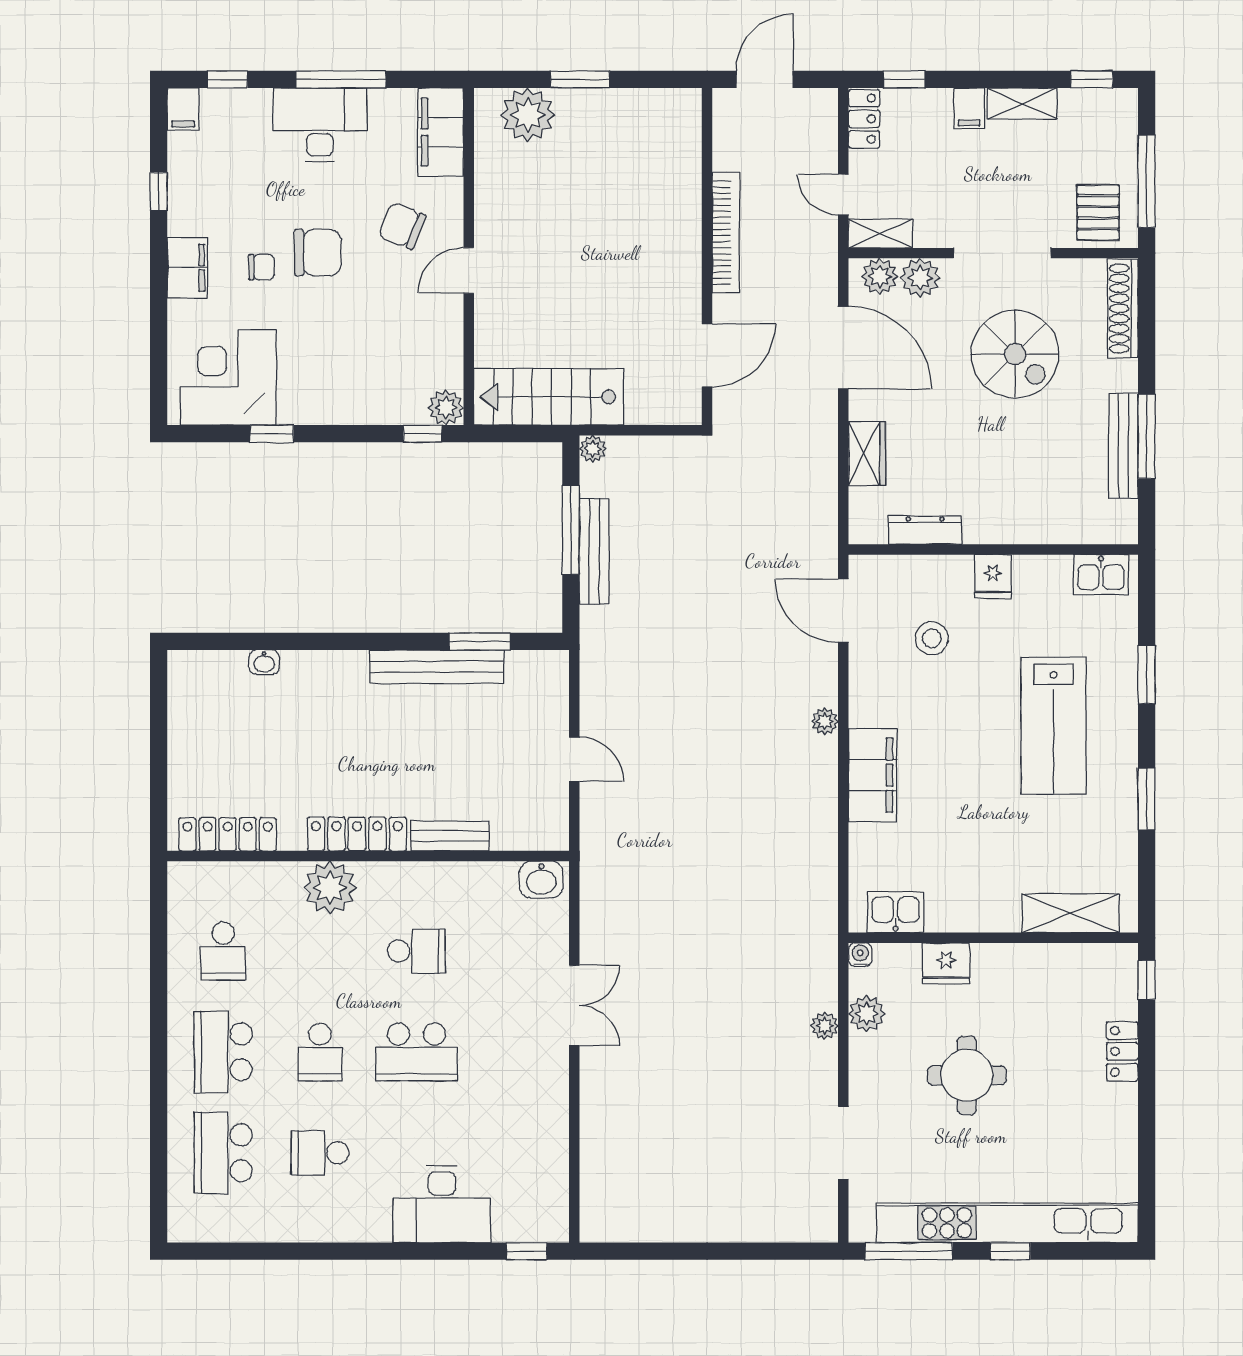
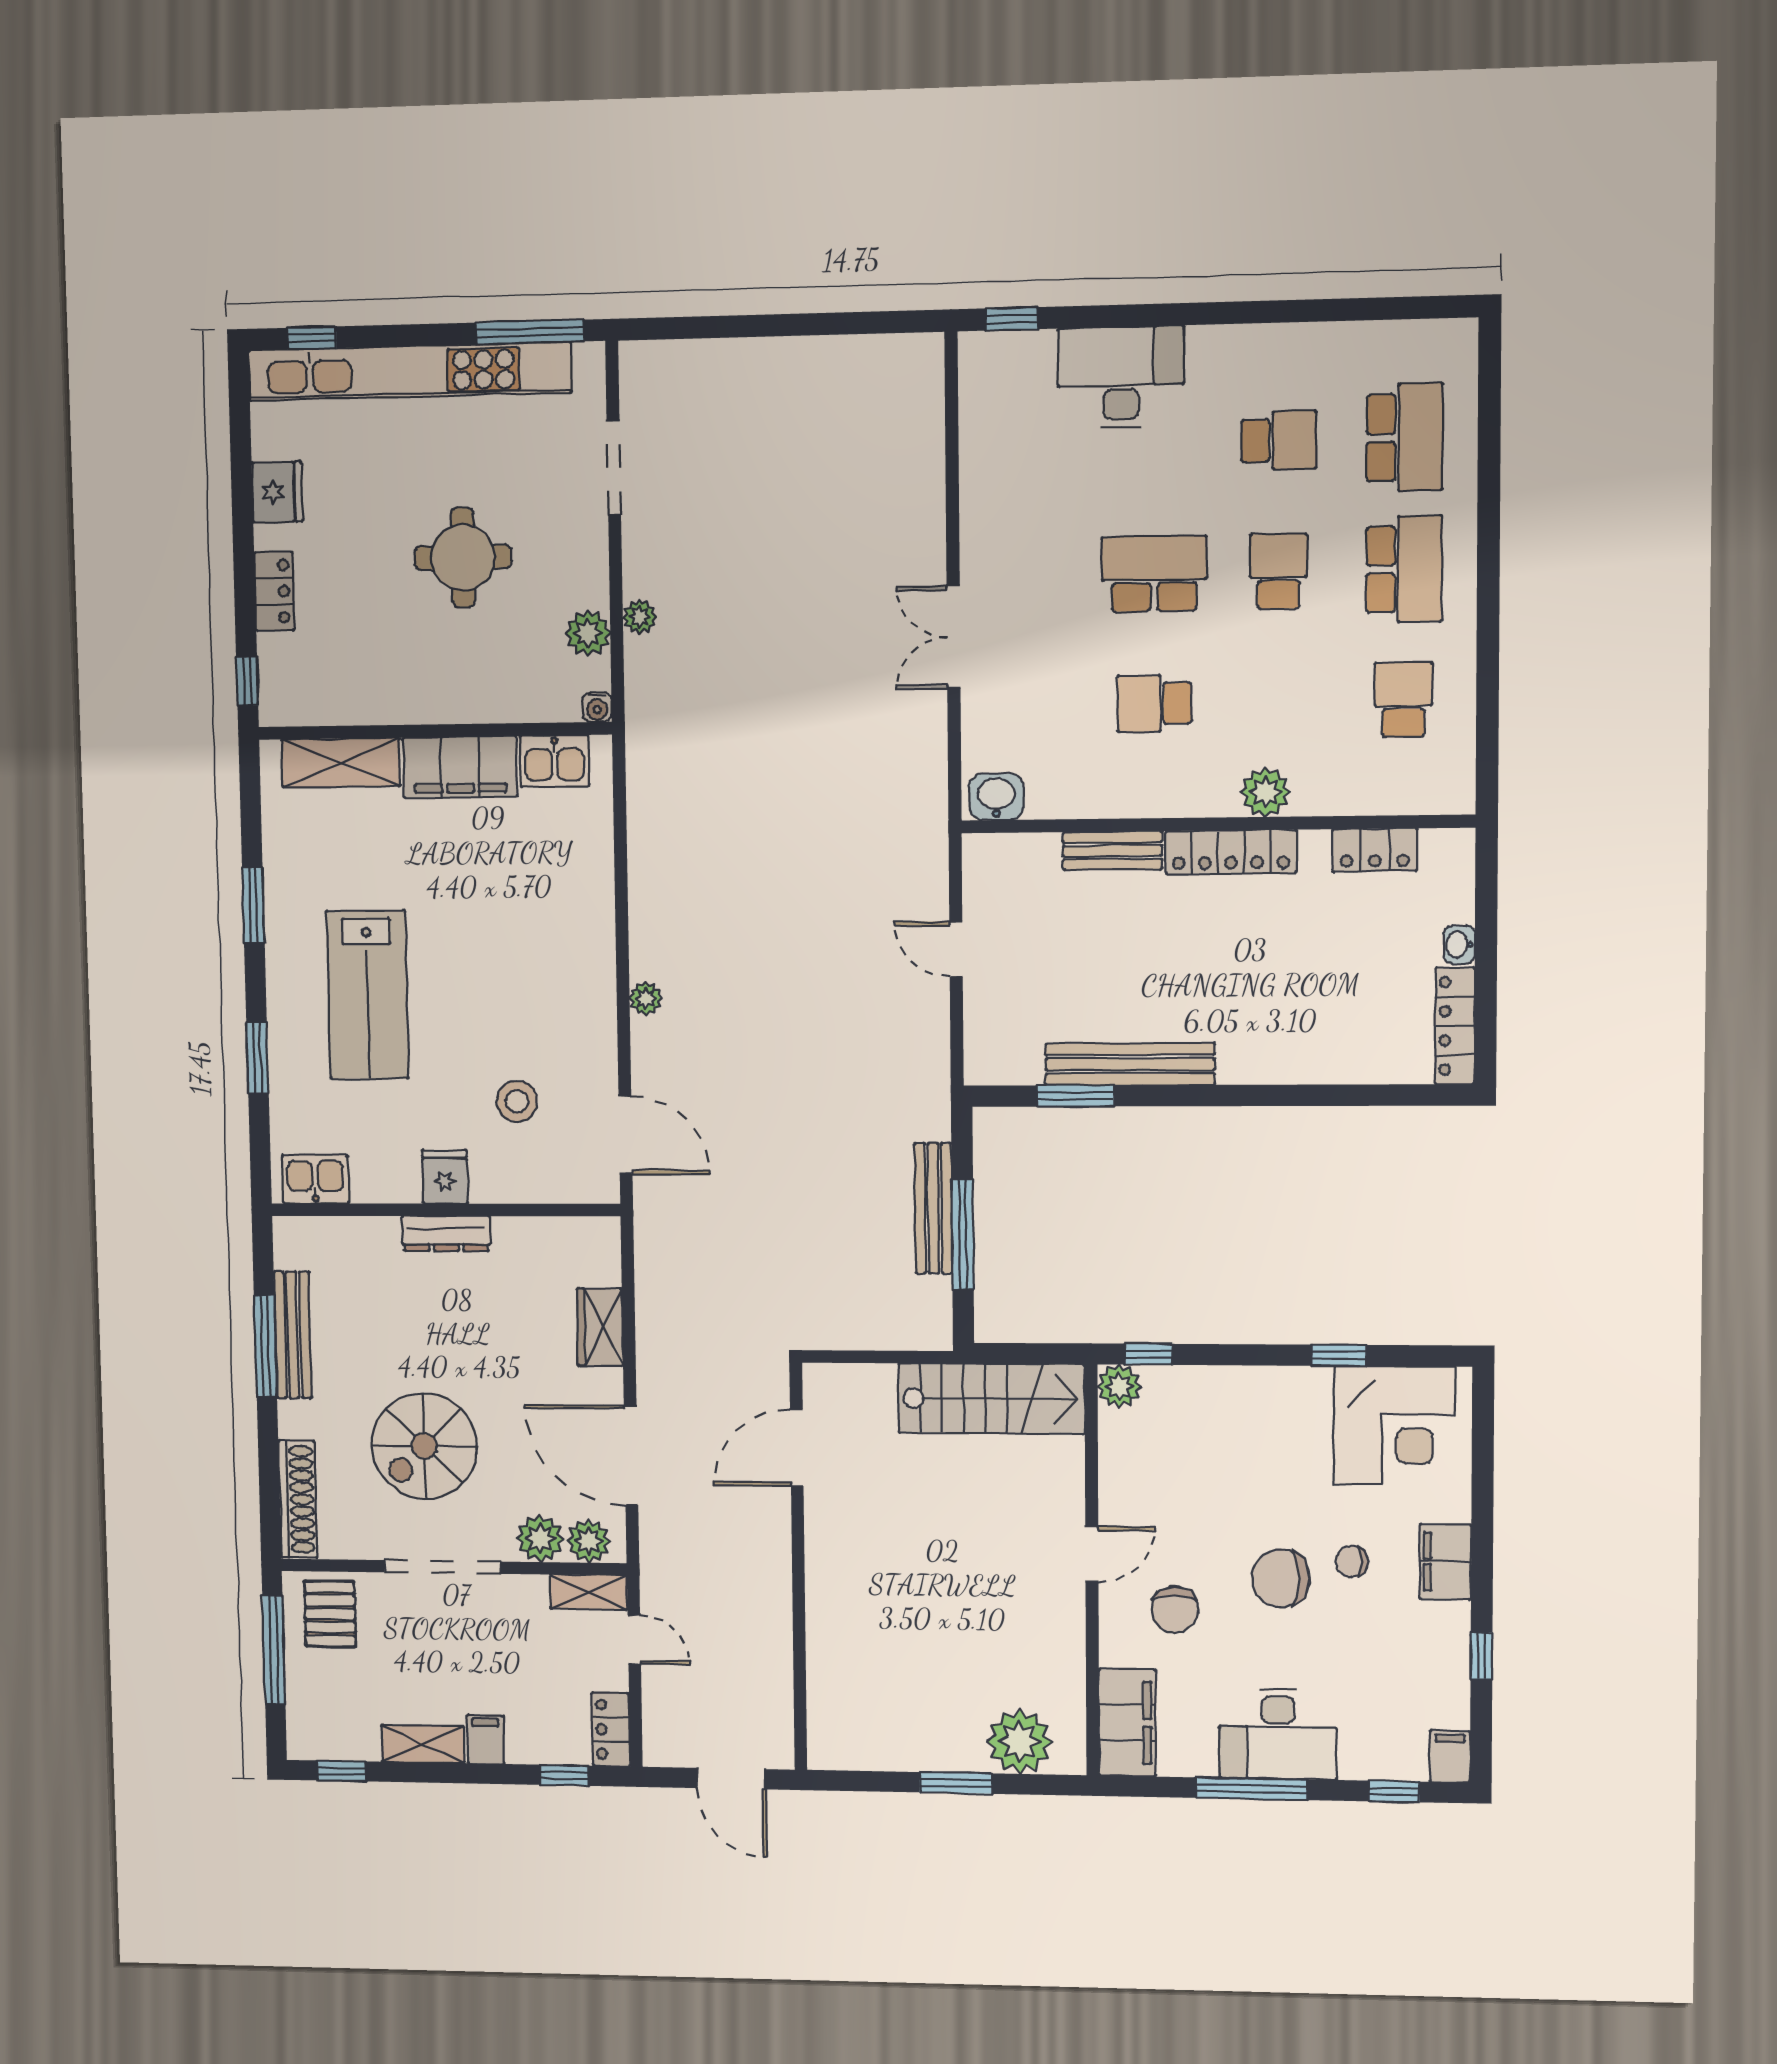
door: (765, 79) -> (731, 1779), hinge flipped
chair: (402, 226) -> (1175, 1610), turned 68
bookcase: (726, 233) -> (776, 1596), removed
spiral stairs: (1015, 354) -> (424, 1446), turned -90
plant: (593, 449) -> (936, 1334), removed
dresser: (925, 530) -> (446, 1234), moved
washbasin: (264, 662) -> (1459, 945), moved, turned -90
locker: (182, 696) -> (1455, 1026), added
lab bench: (1053, 725) -> (368, 995), turned 180
filing cabinet: (873, 775) -> (460, 767), moved, turned -90
locker: (228, 834) -> (1375, 850), width x0.66
plant: (330, 888) -> (1265, 792), width x0.73, depth x0.73
fridge: (946, 963) -> (277, 492), moved, turned 90
window: (1010, 1251) -> (312, 338), moved

